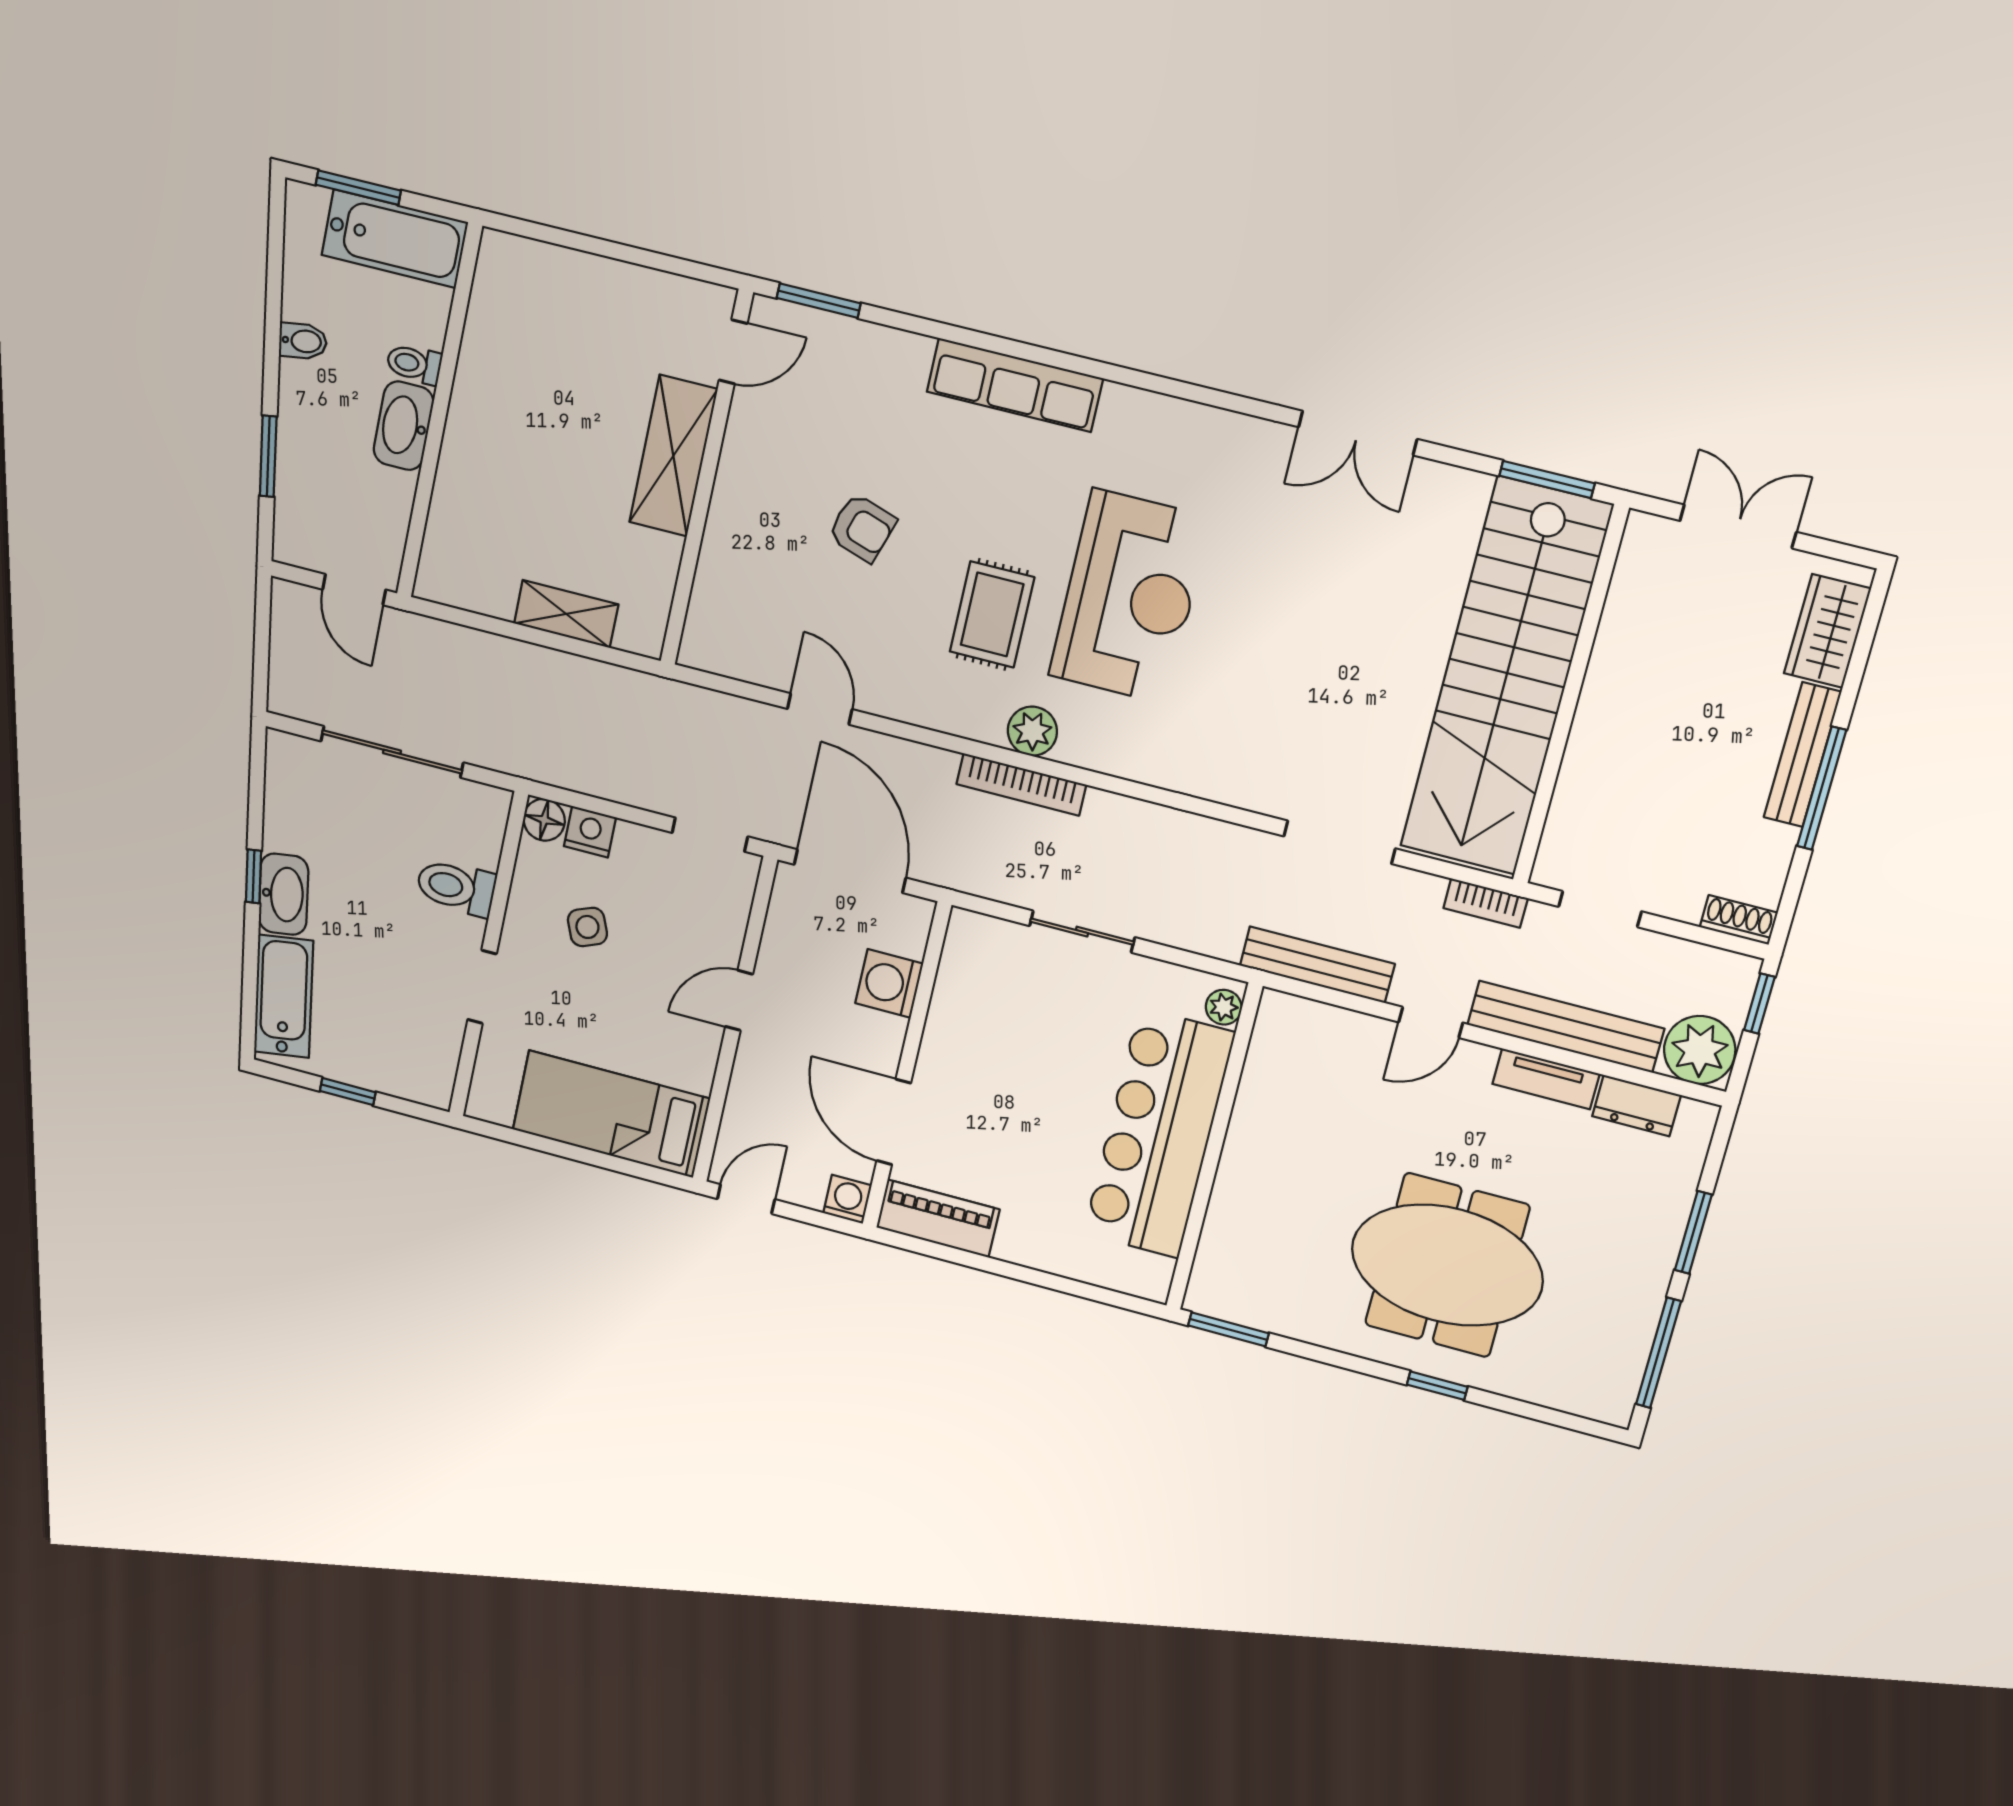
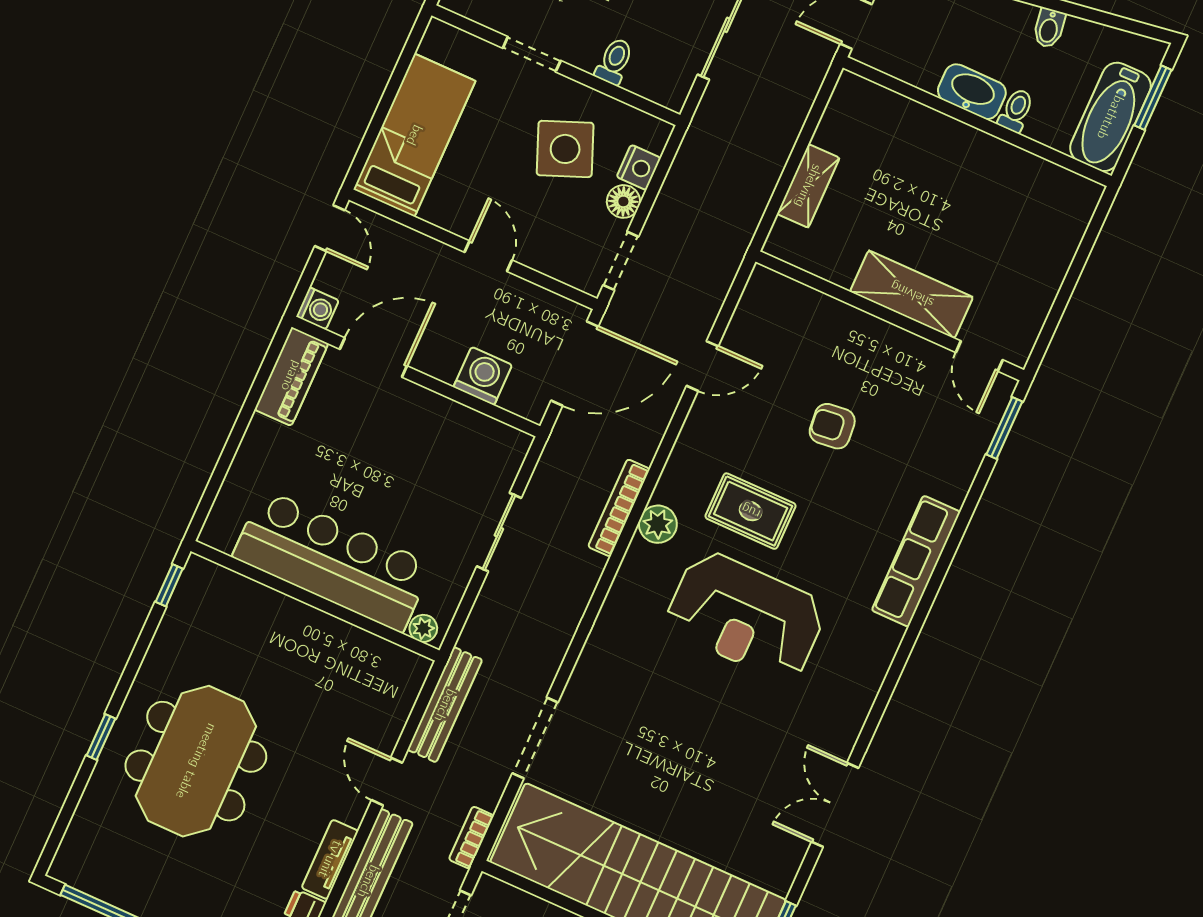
armchair: (862, 528) -> (832, 426), turned 66
floor lamp: (544, 820) -> (623, 201), moved
toilet: (456, 887) -> (614, 61), width x0.73, depth x0.72
side table: (587, 927) -> (565, 149), width x1.87, depth x1.87
window: (1228, 1329) -> (169, 585), width x0.67

